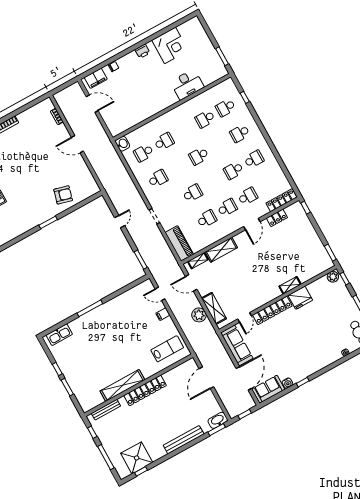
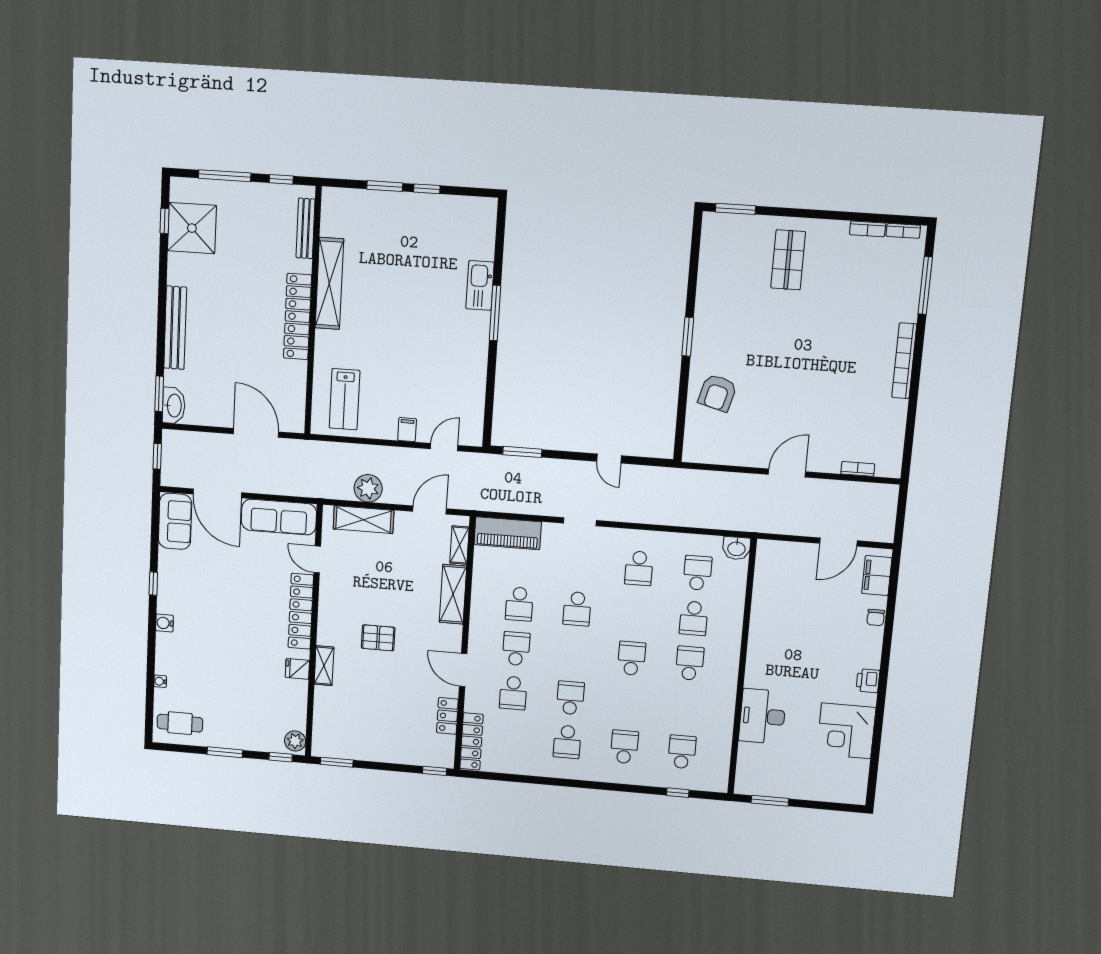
school desk: (205, 119) -> (690, 663), moved
school desk: (227, 208) -> (516, 649), turned 180
pallet: (262, 270) -> (378, 638), added
fridge: (300, 298) -> (297, 669), width x0.53, depth x0.75
kitchen sink: (59, 335) -> (480, 286), moved
water cooler: (287, 383) -> (164, 623), moved

